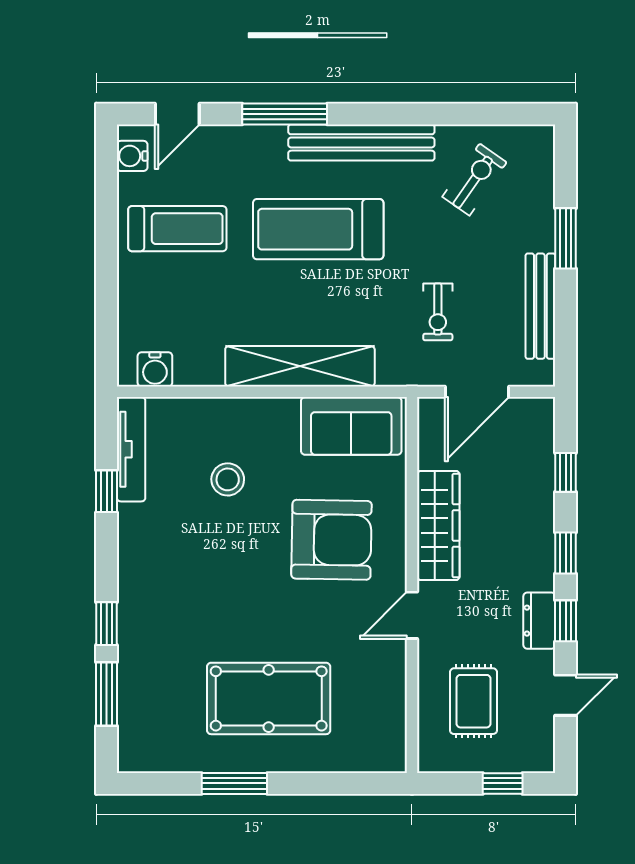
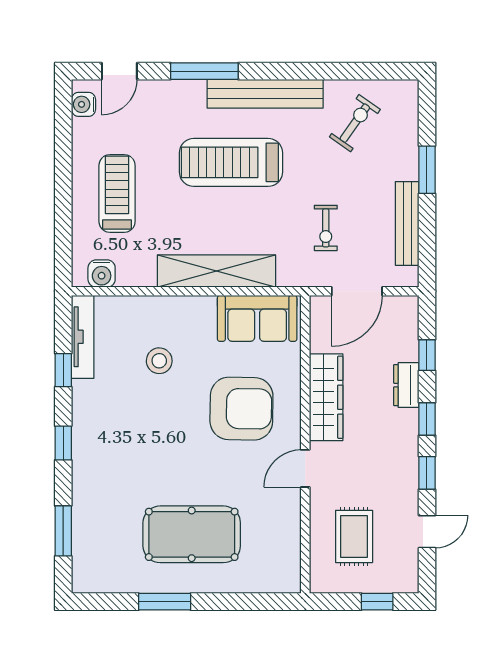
treadmill: (177, 229) -> (117, 193), moved, turned -90
dresser: (539, 621) -> (406, 385), moved
window: (107, 624) -> (63, 443), moved

